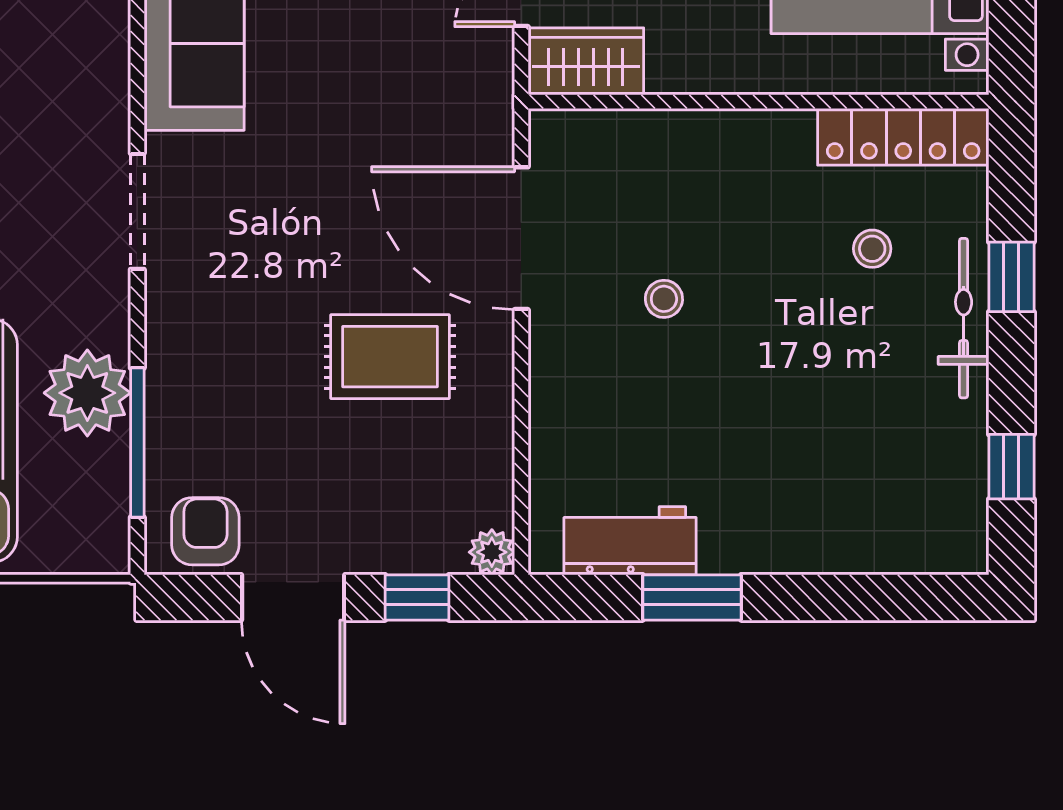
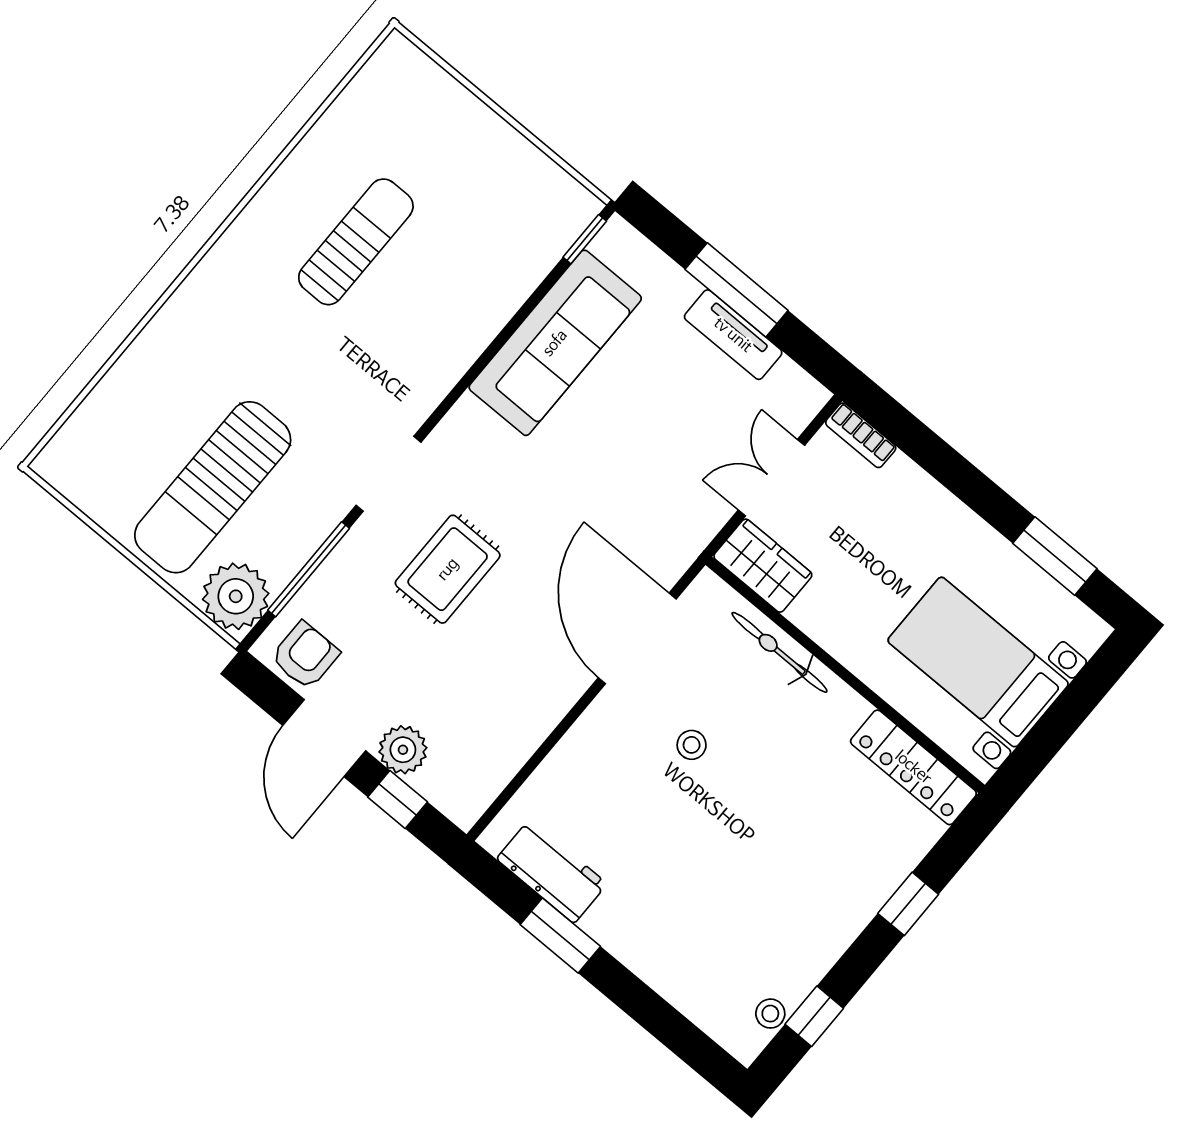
doorway: (137, 211) -> (388, 474), moved
stool: (872, 249) -> (770, 1014), moved
bicycle: (964, 318) -> (779, 652), moved, turned -90
rug: (390, 357) -> (448, 569), moved, turned 90
plant: (87, 393) -> (236, 596), moved
plant: (492, 552) -> (403, 750), moved, width x1.38, depth x1.38

